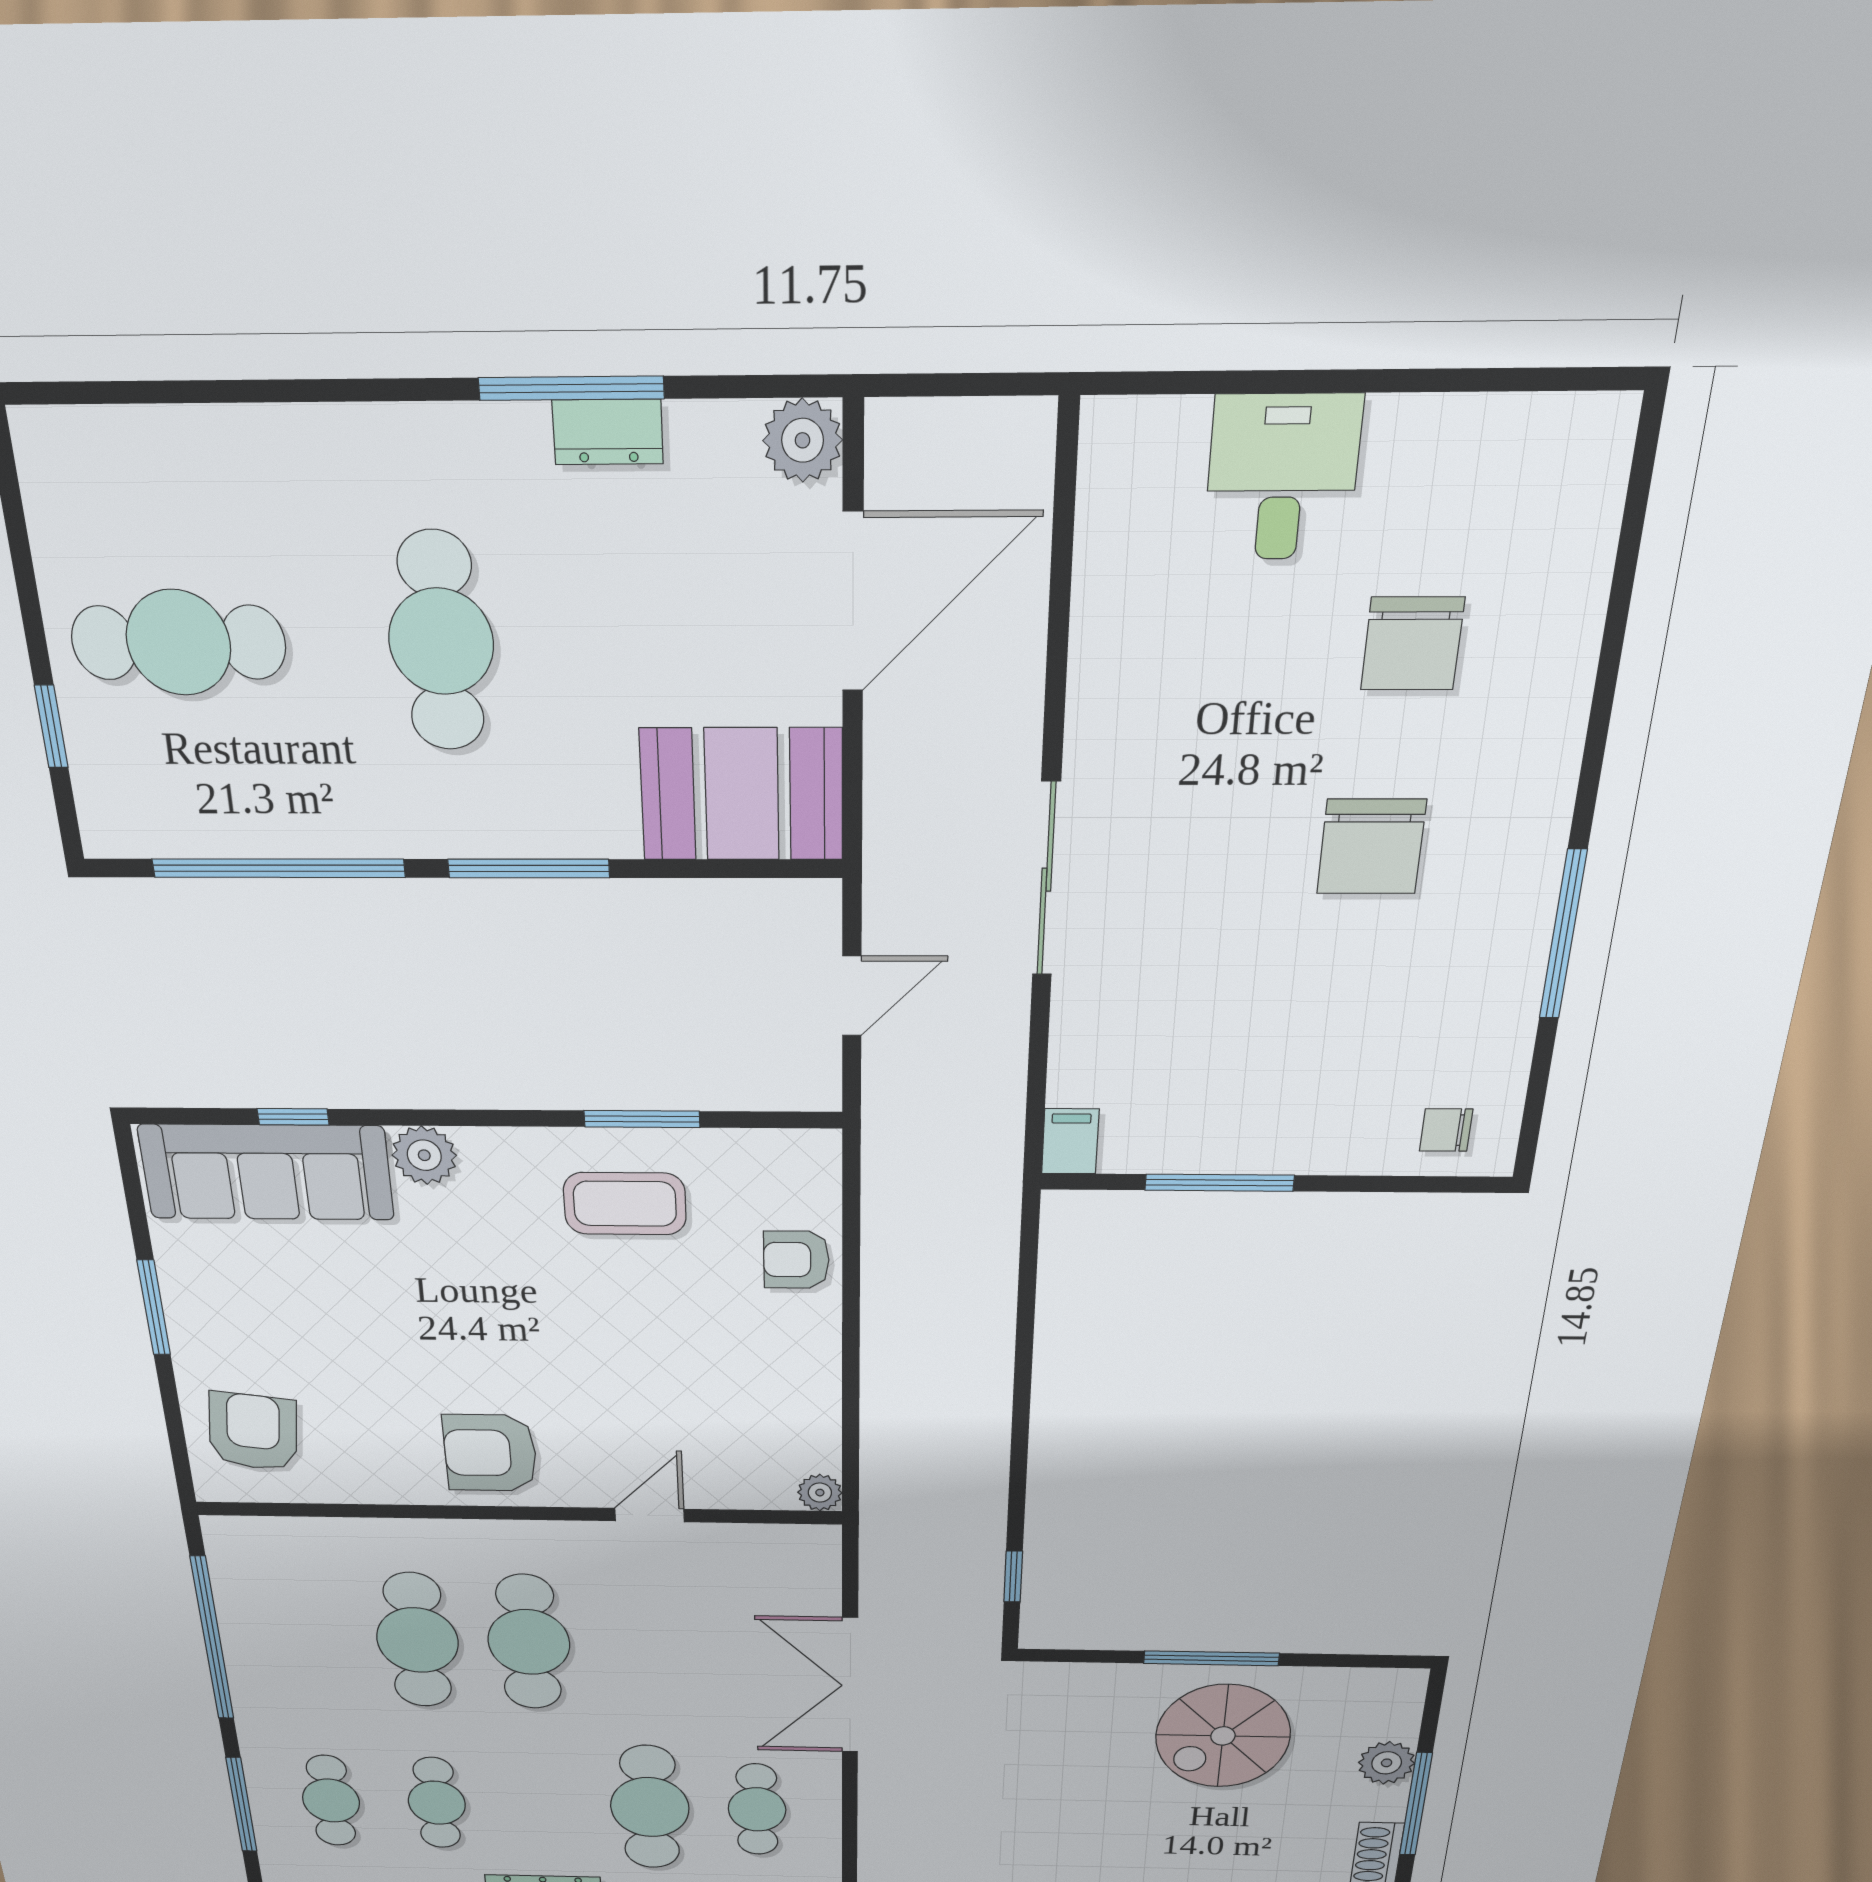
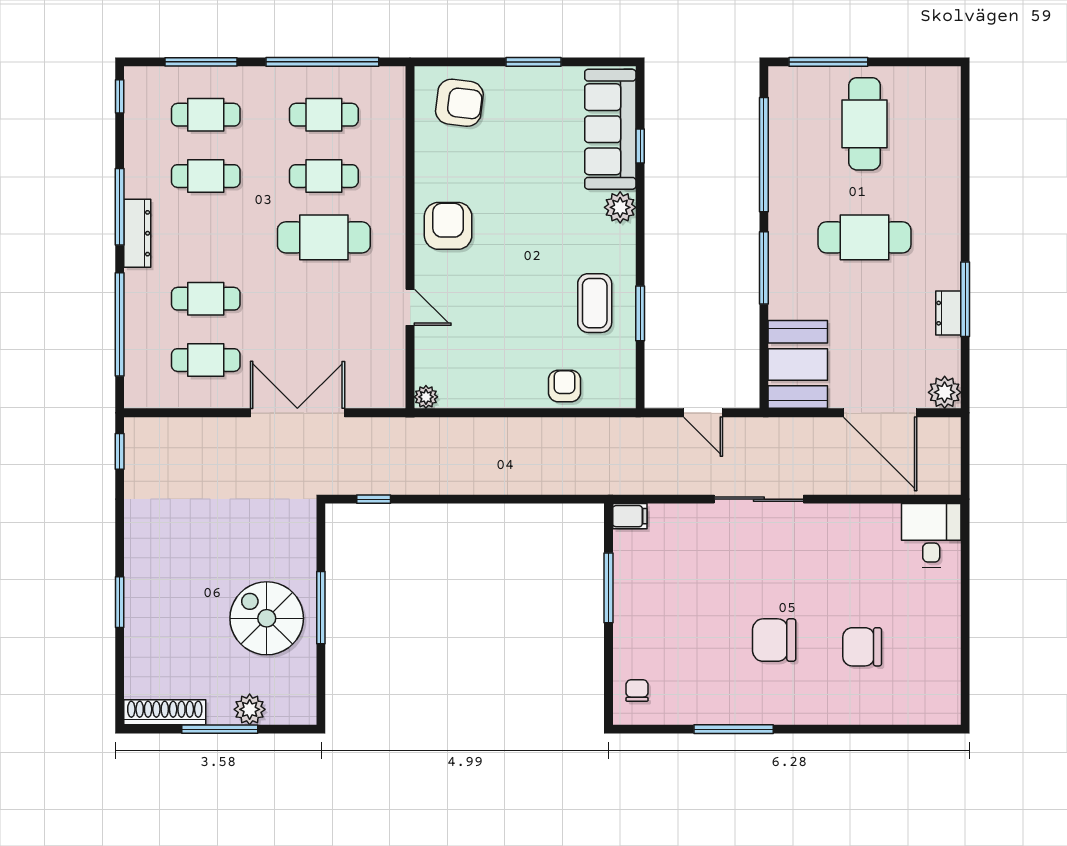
desk: (1282, 477) -> (931, 535), moved, turned -90
window: (51, 727) -> (828, 62), width x2.17
cafe table: (307, 1638) -> (324, 115), added
cafe table: (417, 1640) -> (324, 176), width x0.73, depth x0.74
cafe table: (650, 1807) -> (206, 299), width x0.73, depth x0.74

